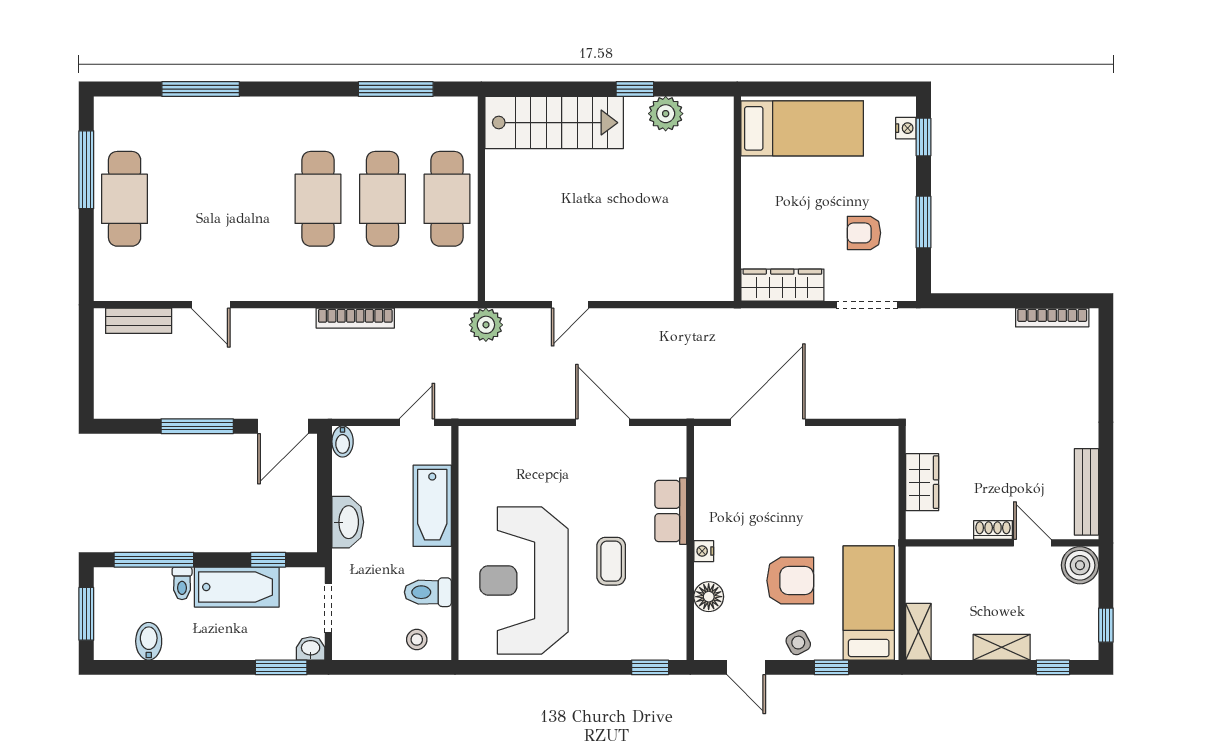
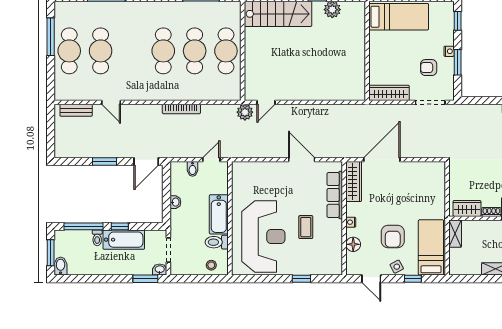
nightstand: (906, 128) -> (449, 51), moved
cafe table: (189, 199) -> (101, 51), added
door: (570, 305) -> (266, 102), moved
window: (197, 426) -> (105, 161), width x0.69
bidet: (343, 441) -> (193, 169), moved
wardrobe: (710, 467) -> (354, 181), added
wardrobe: (922, 482) -> (467, 208), moved, turned -90
bathtub: (432, 506) -> (219, 214), moved
row of seats: (671, 511) -> (335, 195), width x1.48
washbasin: (348, 522) -> (175, 202), width x0.52, depth x0.69
window: (268, 560) -> (120, 226), moved
reception desk: (524, 580) -> (263, 236), turned 180
armchair: (790, 581) -> (393, 236), turned 90
shelving: (918, 632) -> (455, 234), moved
bidet: (149, 641) -> (61, 266), moved
window: (650, 667) -> (301, 279), moved

